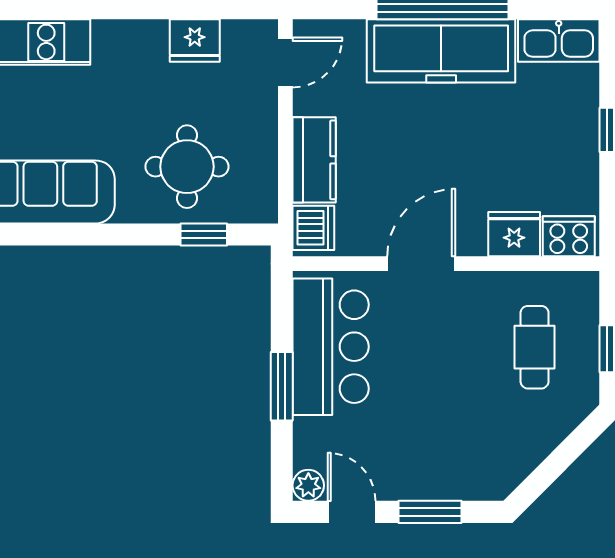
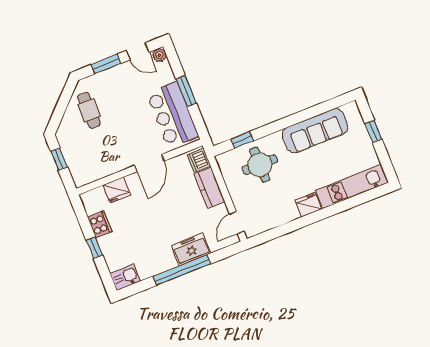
fridge: (195, 40) -> (308, 205), moved
kitchen sink: (559, 41) -> (125, 277), width x0.73
freezer: (441, 51) -> (191, 249), width x0.52, depth x0.79
cooker: (569, 236) -> (100, 224), moved, turned -90
cafe table: (535, 347) -> (89, 110), moved

